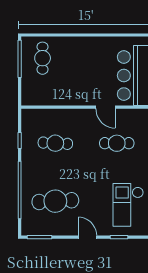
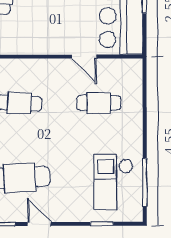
door: (88, 237) -> (39, 224), moved

